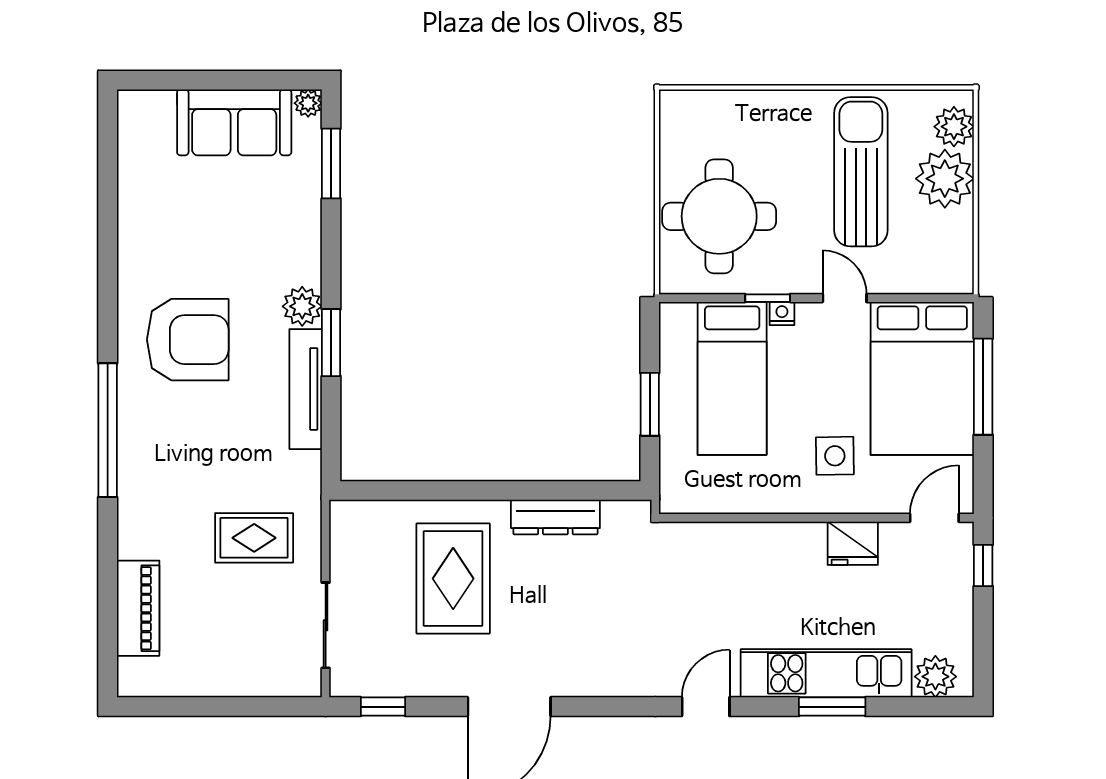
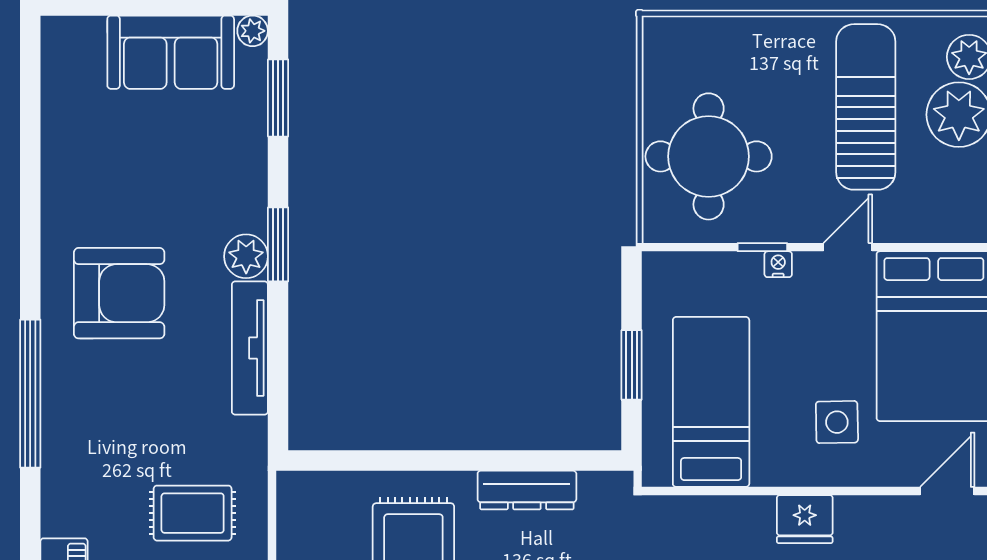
door: (845, 298) -> (848, 247), hinge flipped
window: (331, 343) -> (278, 244), moved
bed: (732, 378) -> (711, 402), moved, turned 180
fridge: (853, 543) -> (805, 519), moved

